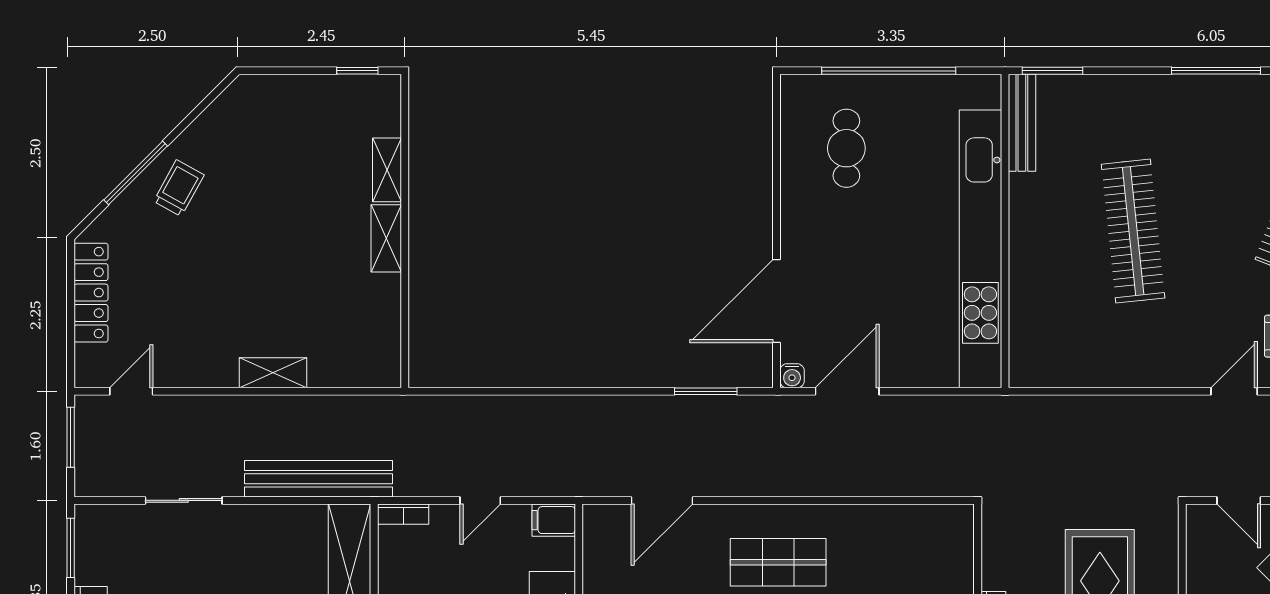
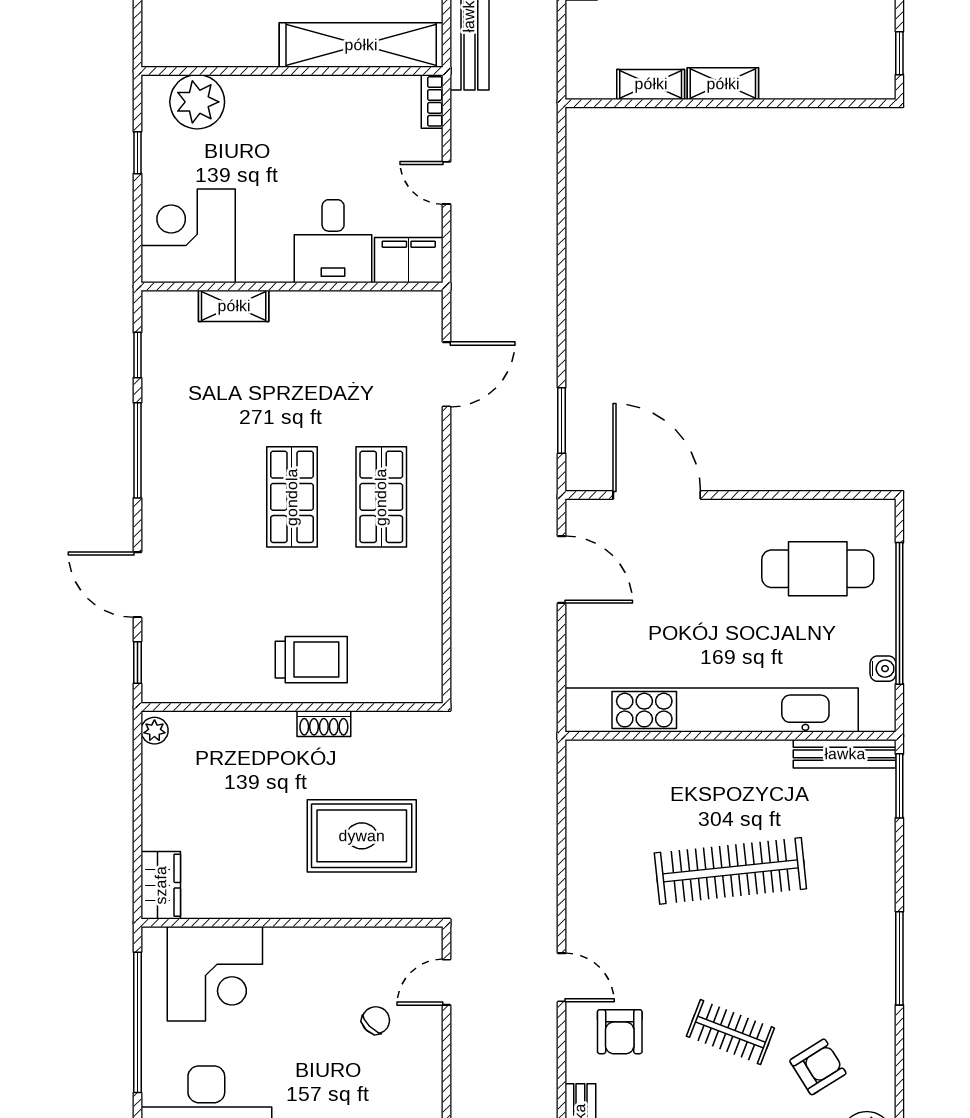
cafe table: (846, 148) -> (818, 569), width x1.37, depth x1.35
shelving: (387, 170) -> (651, 84), moved
water cooler: (792, 376) -> (883, 669), moved, turned 180
door: (662, 500) -> (447, 374), swing flipped
filing cabinet: (554, 520) -> (409, 260), width x2.00

